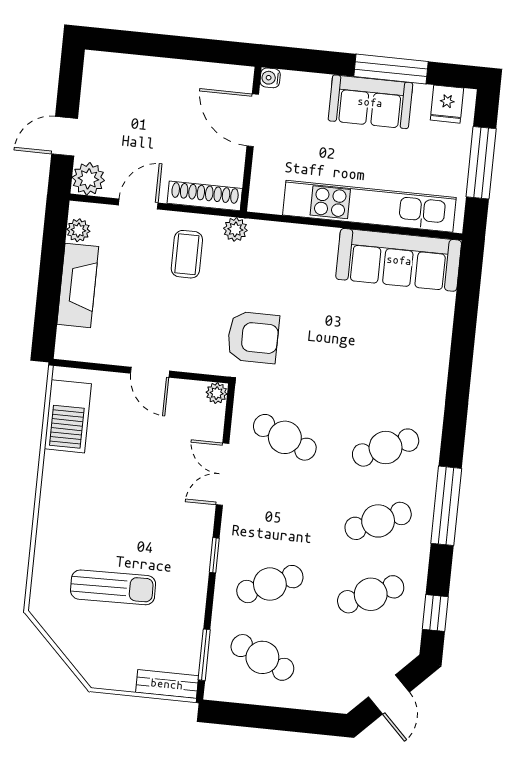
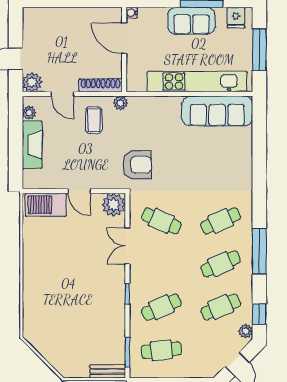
door: (138, 204) -> (62, 94), swing flipped
plant: (217, 393) -> (114, 205), width x1.88, depth x1.88
barbecue: (68, 416) -> (46, 205), moved, turned 90
sun lounger: (113, 587) -> (70, 318), removed
plant: (409, 639) -> (246, 331), added
cafe table: (262, 657) -> (161, 350), turned -30

